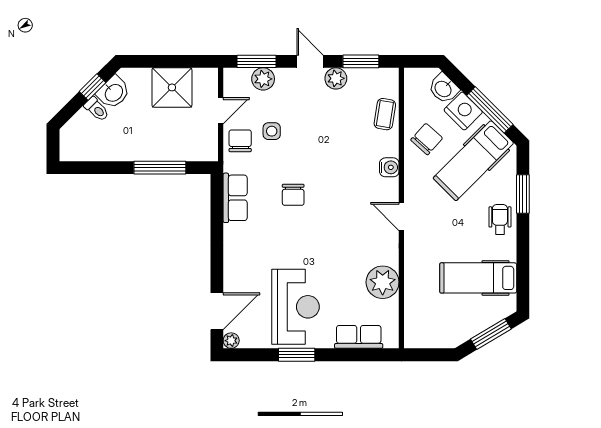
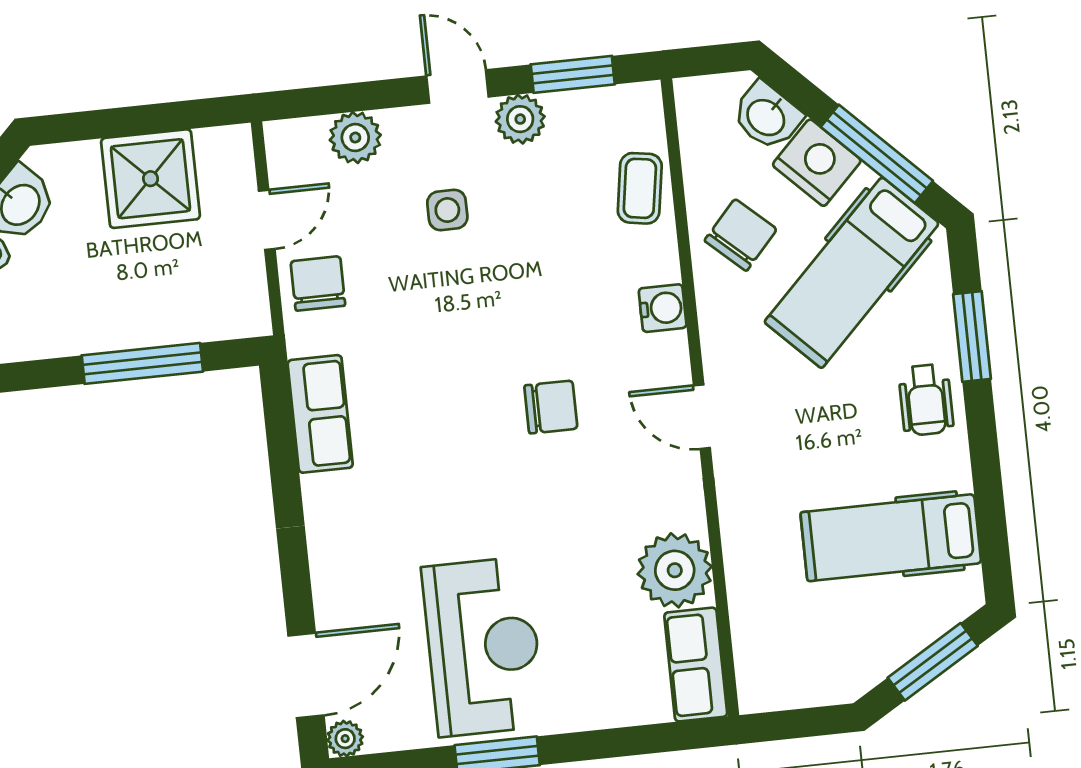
window: (256, 61) -> (336, 99), removed
side table: (272, 131) -> (447, 210), moved
chair: (293, 195) -> (551, 407), moved, turned -90
wheelchair: (500, 219) -> (926, 400), turned 180
row of seats: (359, 337) -> (696, 665), moved, turned -90

